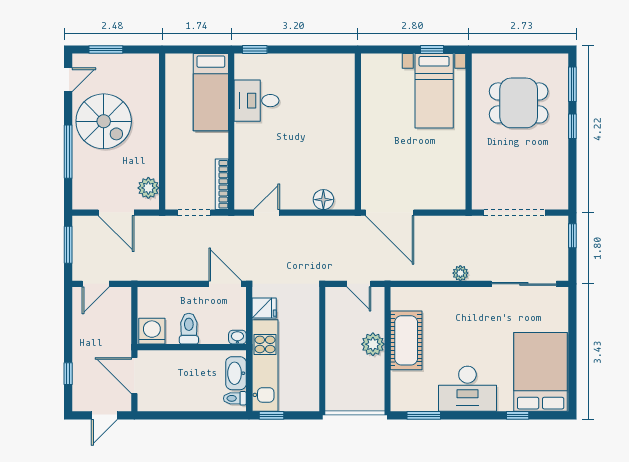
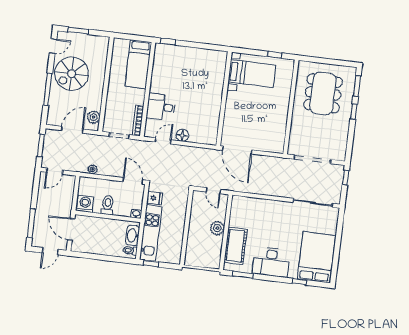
bed with nightstands: (434, 91) -> (252, 74), moved, turned -90
desk: (257, 101) -> (161, 107), moved
dining table: (519, 103) -> (323, 93), width x1.38
spiral stairs: (104, 121) -> (72, 74), turned 90
floor lamp: (323, 200) -> (182, 135), moved
door: (116, 213) -> (72, 130), swing flipped
plant: (460, 273) -> (93, 169), moved
cot: (406, 340) -> (236, 246), moved
window: (68, 374) -> (31, 223), width x2.17

